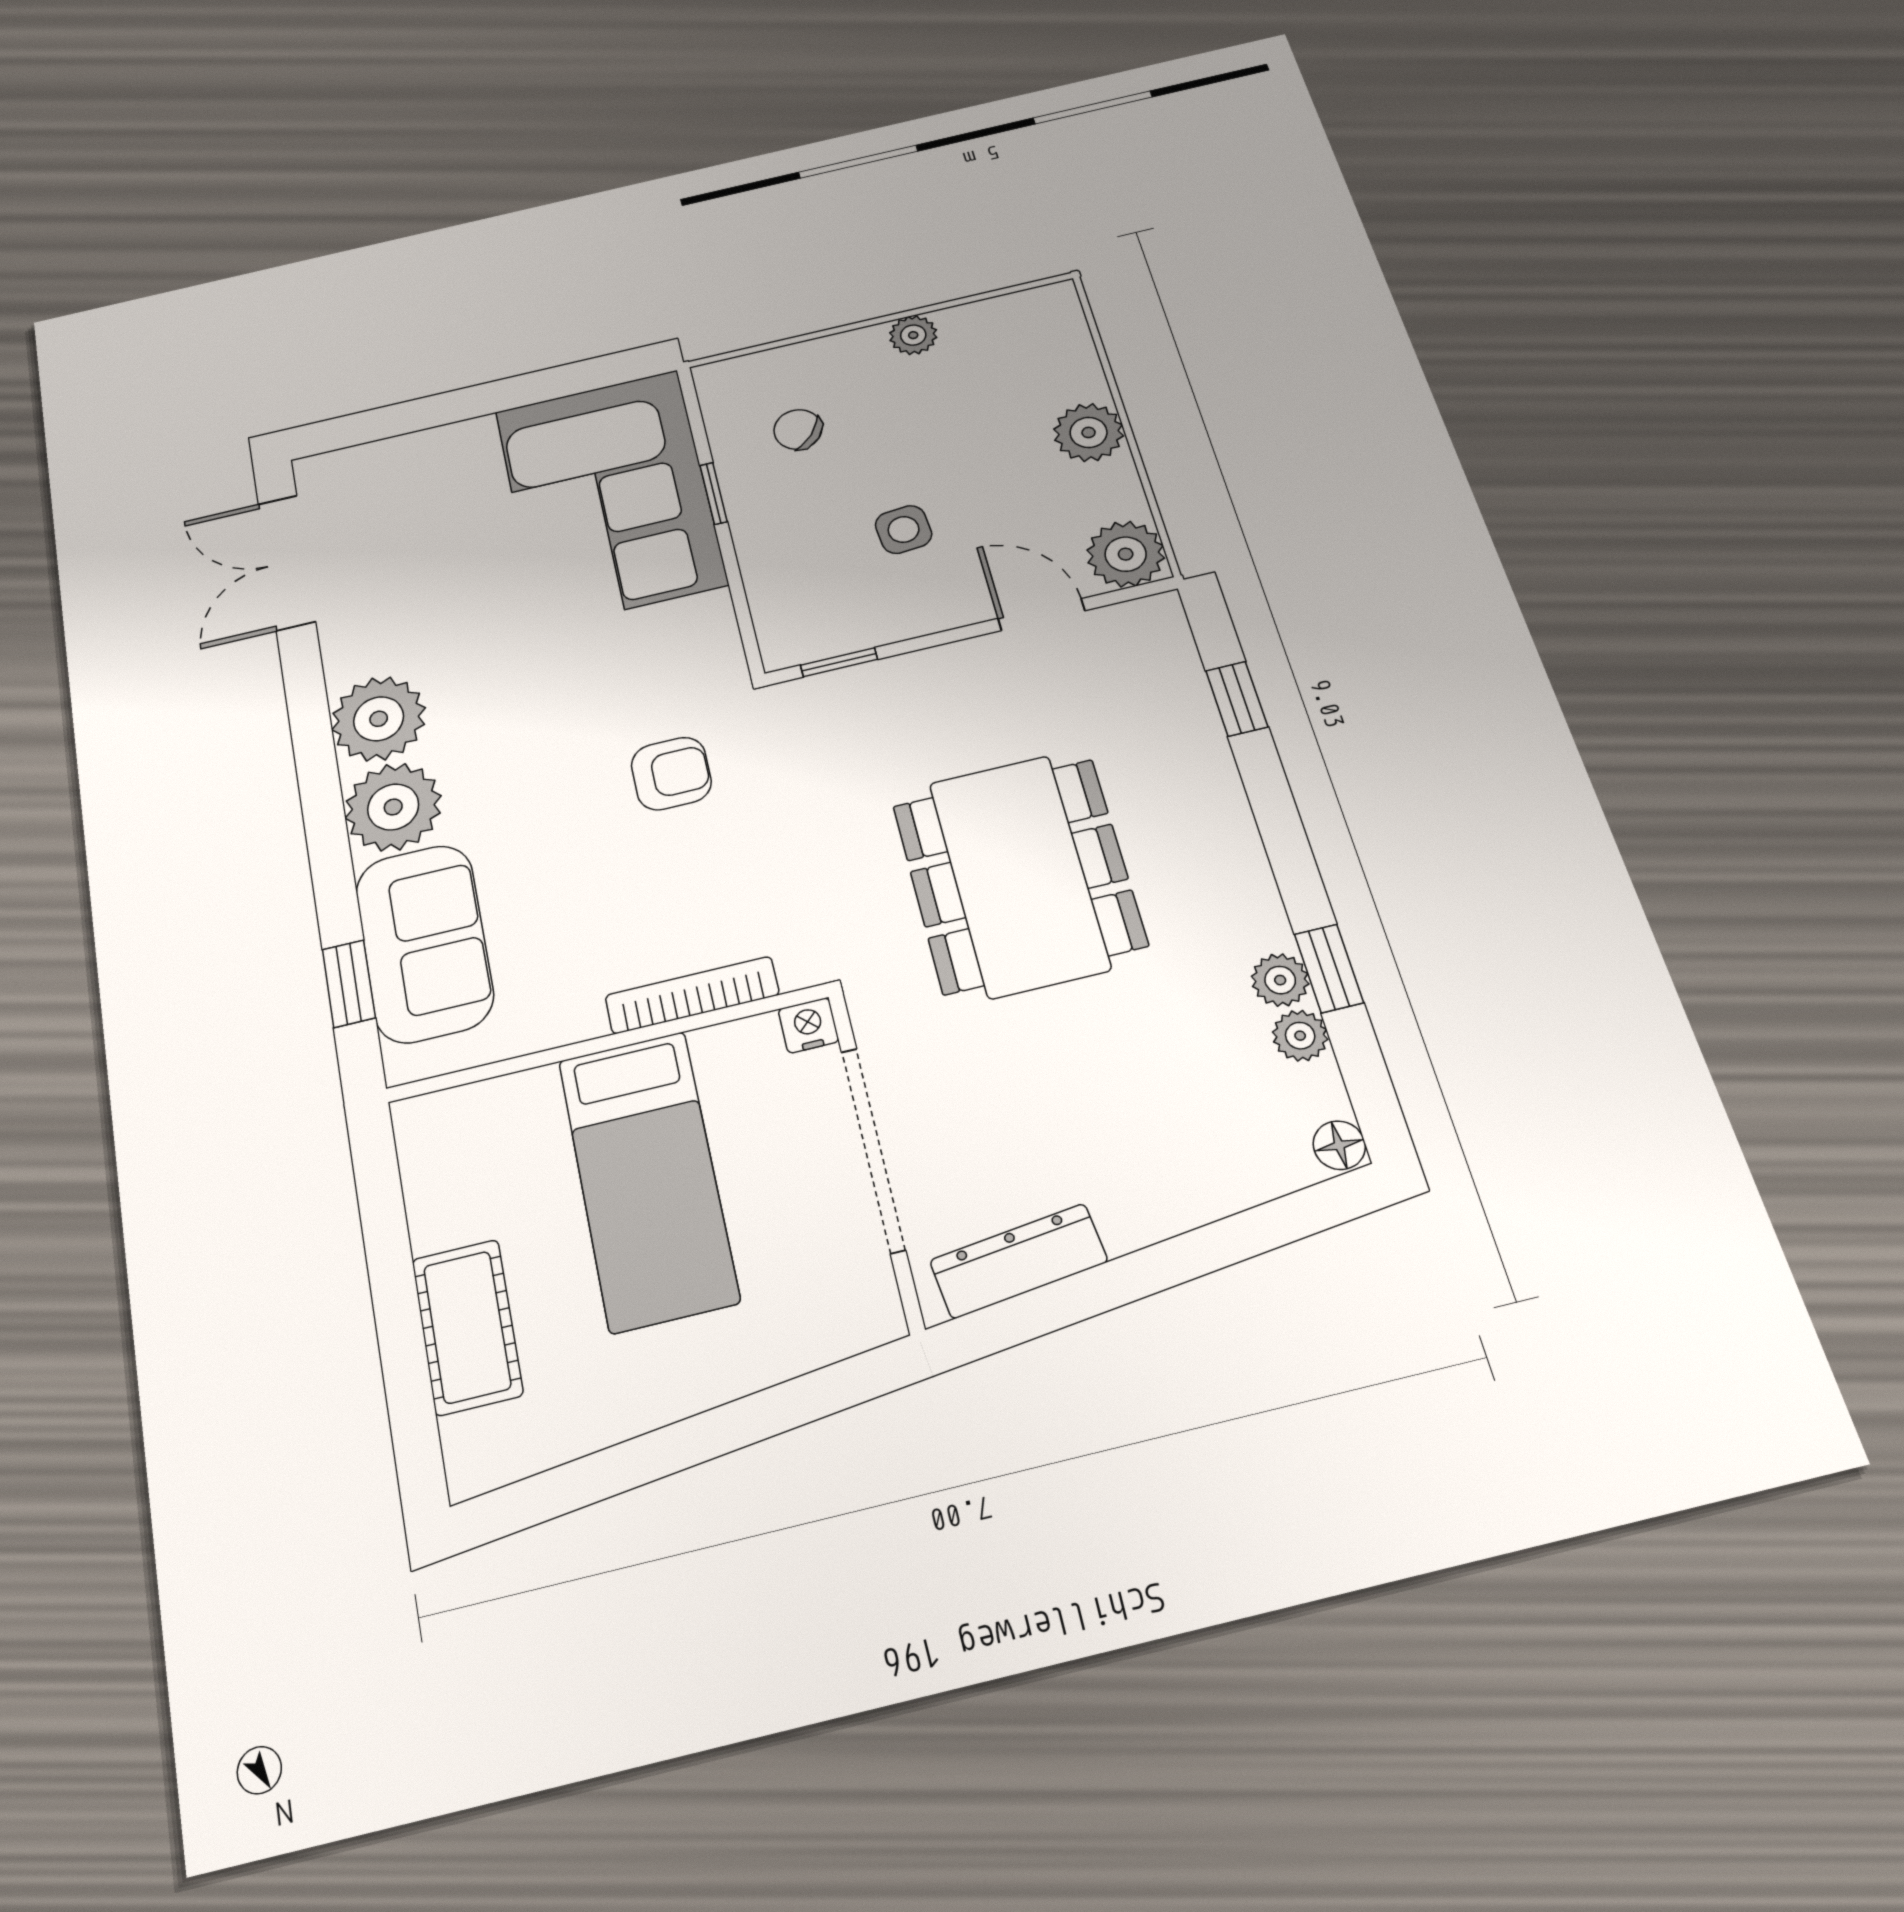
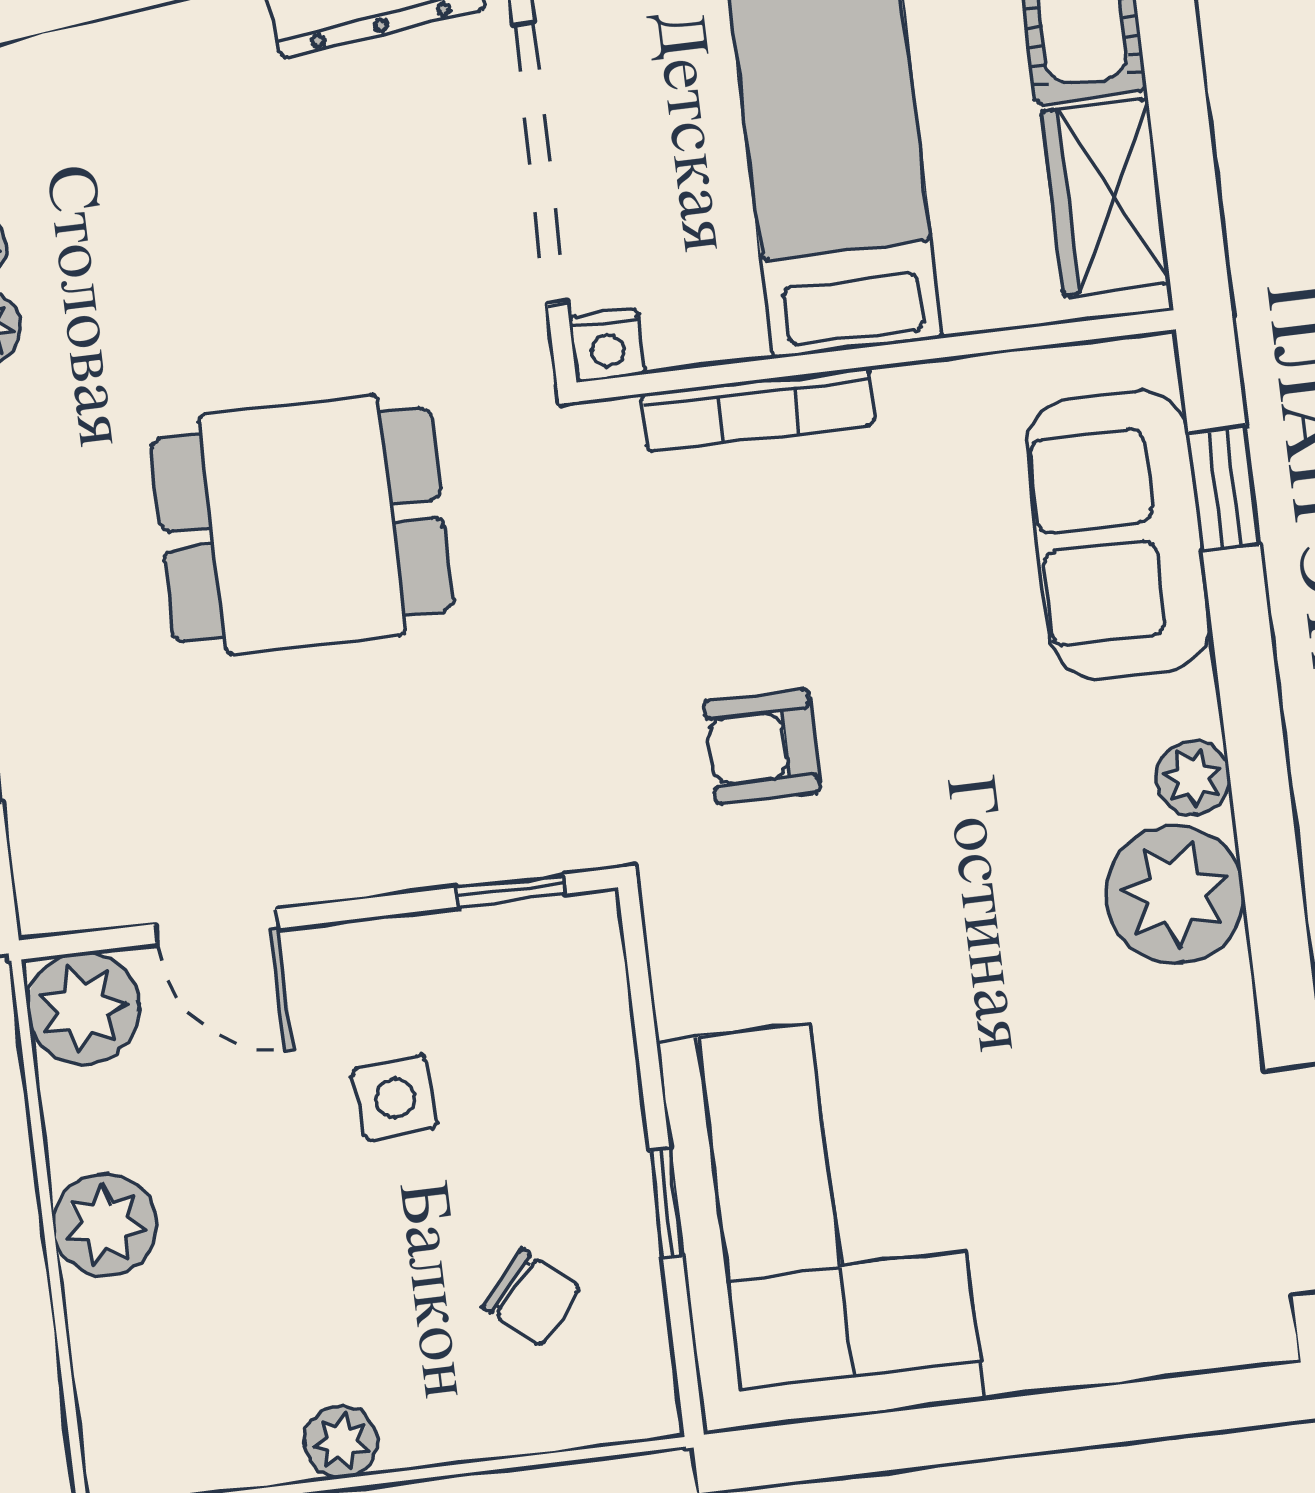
plant: (393, 807) -> (1193, 778), width x0.53, depth x0.53
dining table: (1019, 875) -> (302, 525), width x0.73
wardrobe: (441, 1177) -> (1106, 197), added

